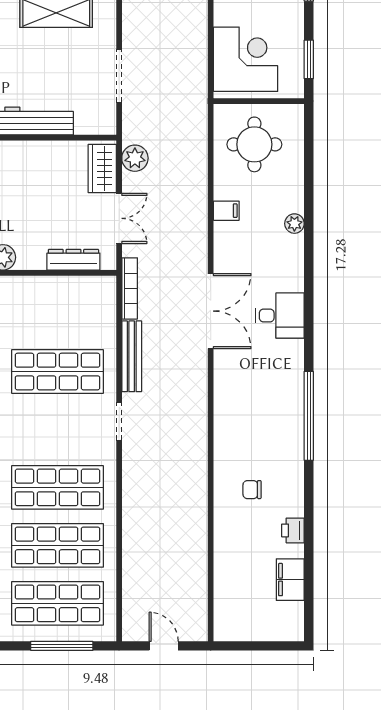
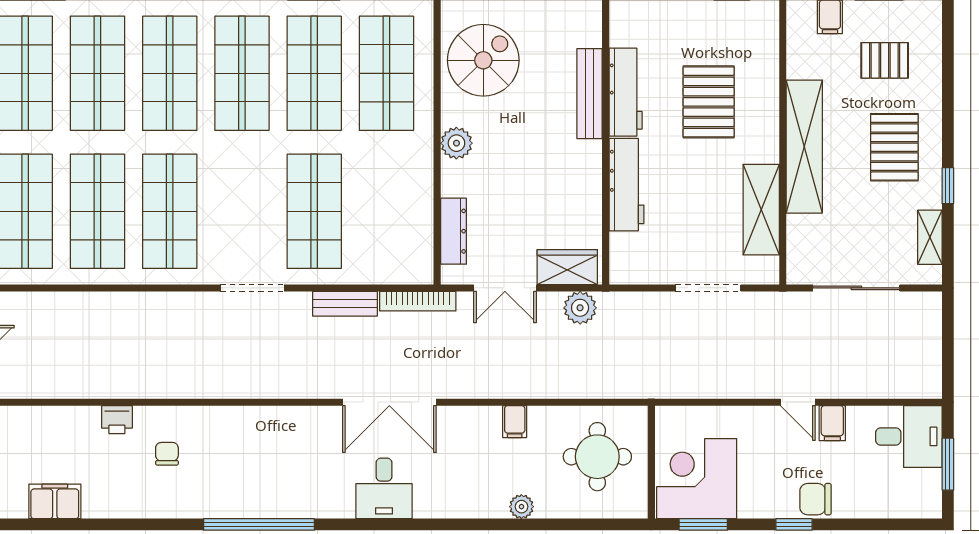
corner desk: (246, 59) -> (697, 479), moved, turned 180
doorway: (119, 76) -> (708, 288), moved
plant: (294, 224) -> (521, 507), moved
bench: (132, 356) -> (345, 304), width x0.73
doorway: (119, 421) -> (252, 288), width x1.38
printer: (293, 530) -> (117, 420), moved, turned 180

